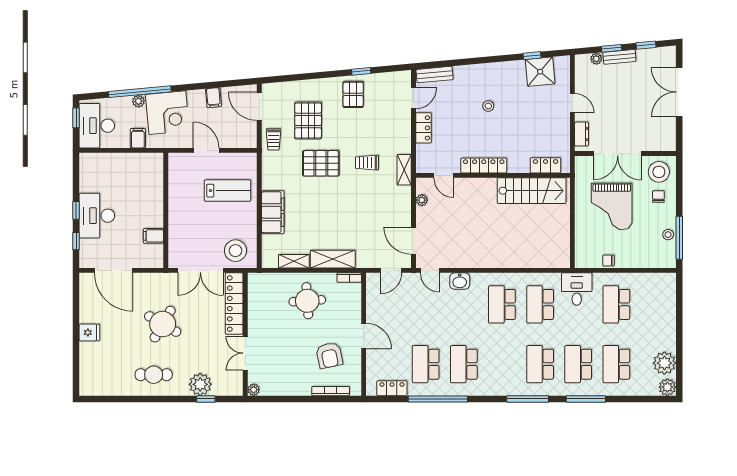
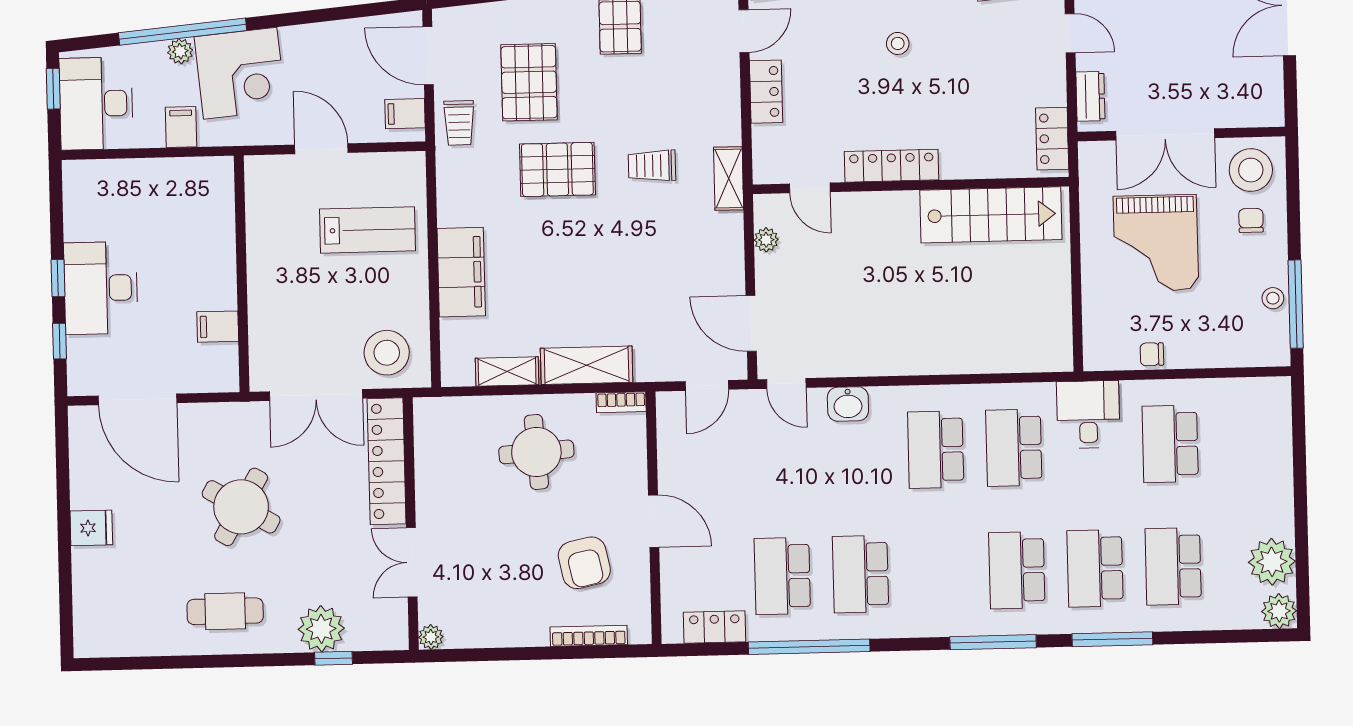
filing cabinet: (213, 98) -> (405, 114), moved, turned 95
locker: (546, 165) -> (1052, 139), moved, turned -90

